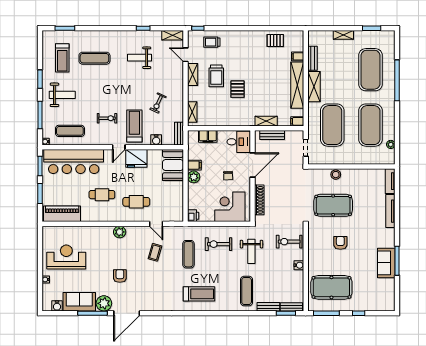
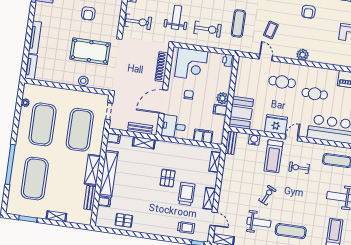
exercise mat: (94, 58) -> (291, 231), moved
exercise bike: (158, 103) -> (267, 195), moved

